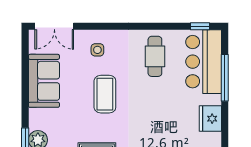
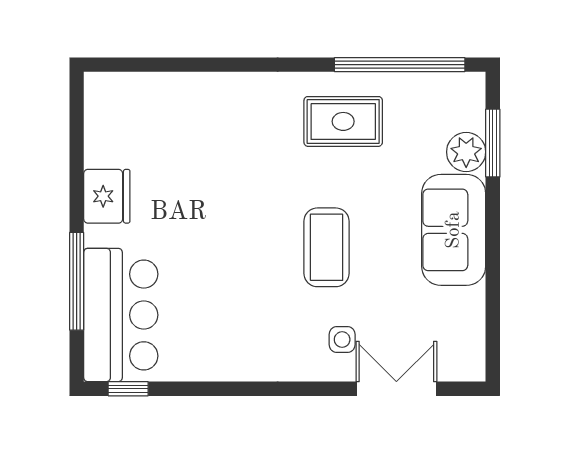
double door: (54, 26) -> (396, 389), moved
cafe table: (155, 56) -> (222, 326), removed
sofa: (44, 81) -> (454, 230), moved

